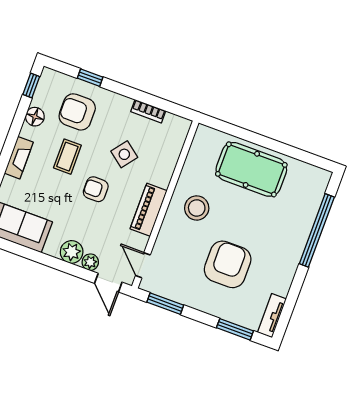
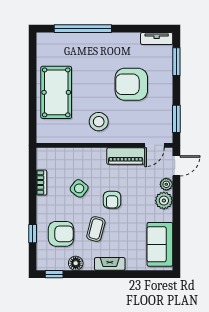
armchair: (77, 112) -> (61, 234), turned -90
coffee table: (67, 157) -> (96, 229), turned -75
piano: (149, 210) -> (126, 156), moved

